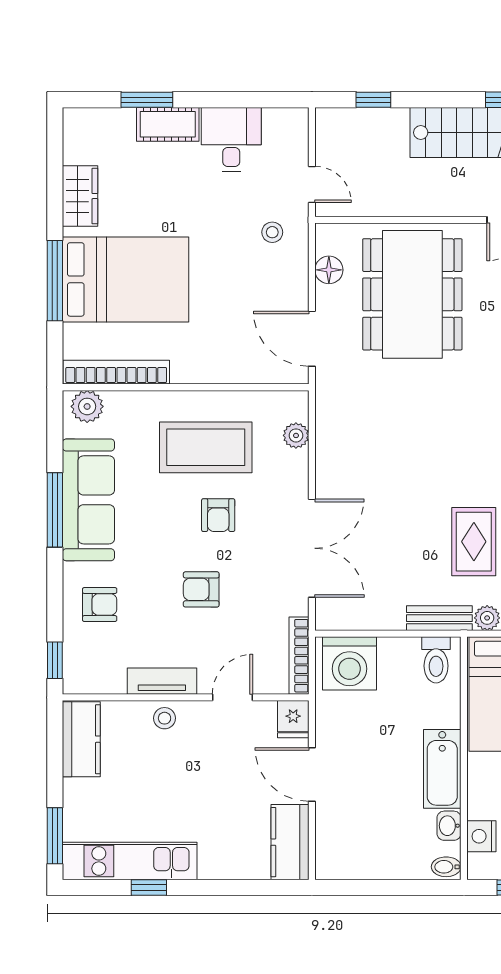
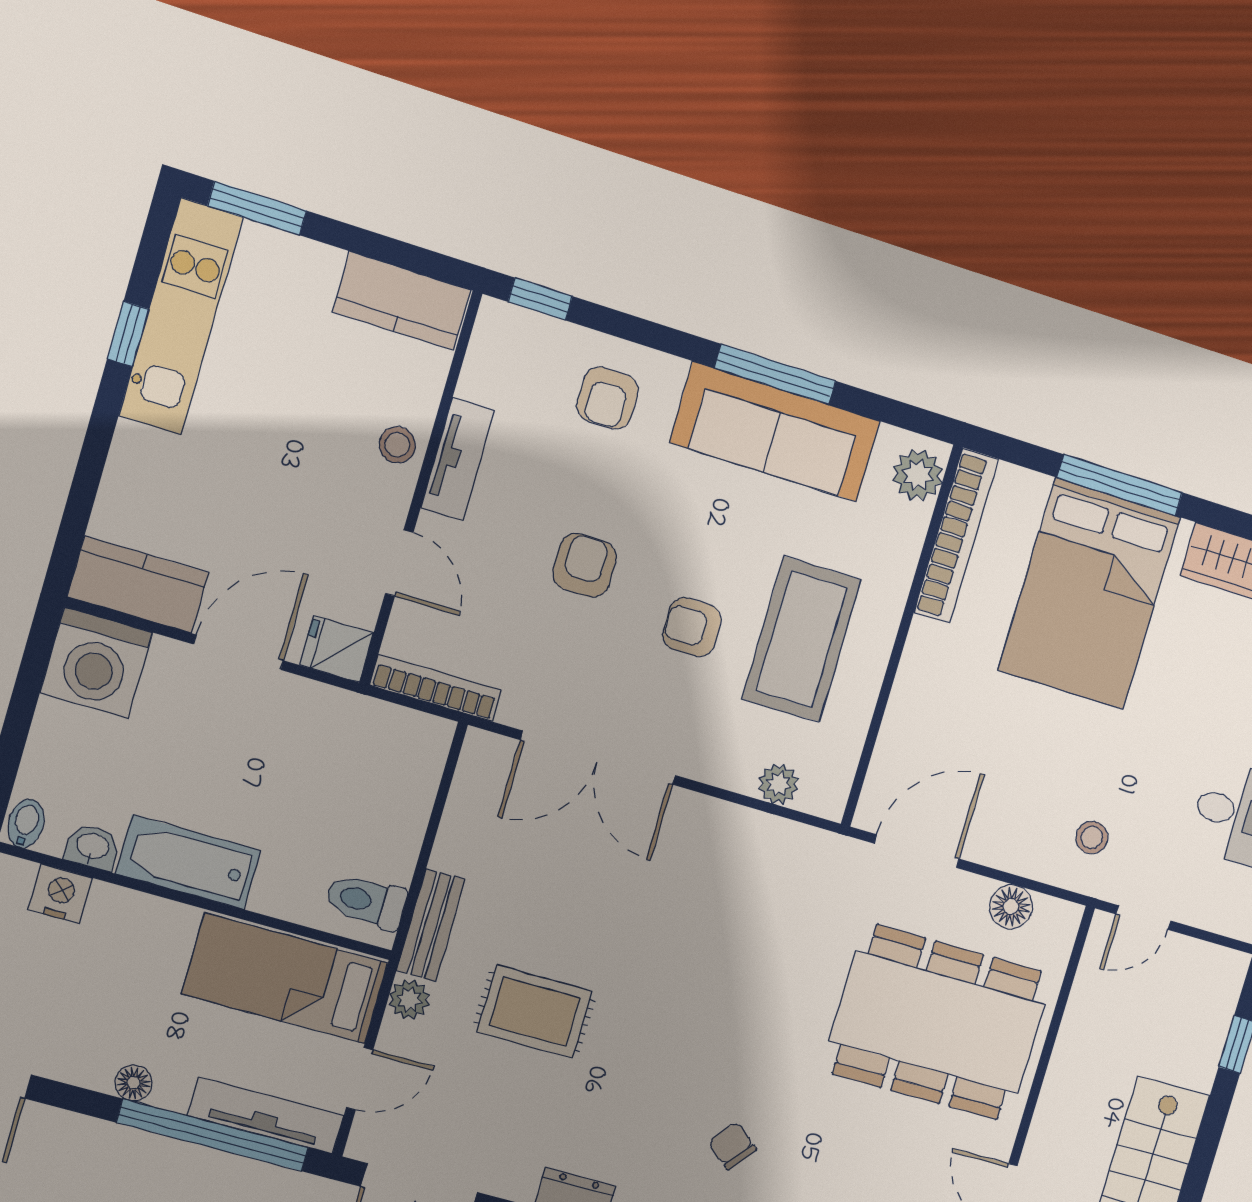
washing machine: (349, 663) -> (96, 663), moved, turned -90

